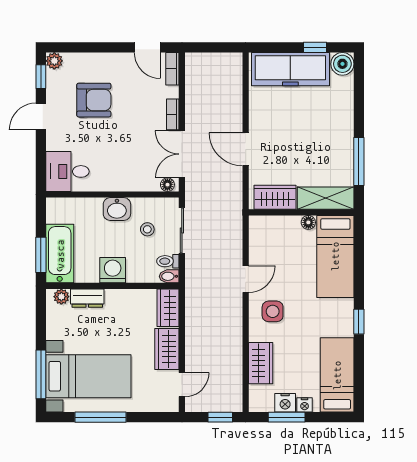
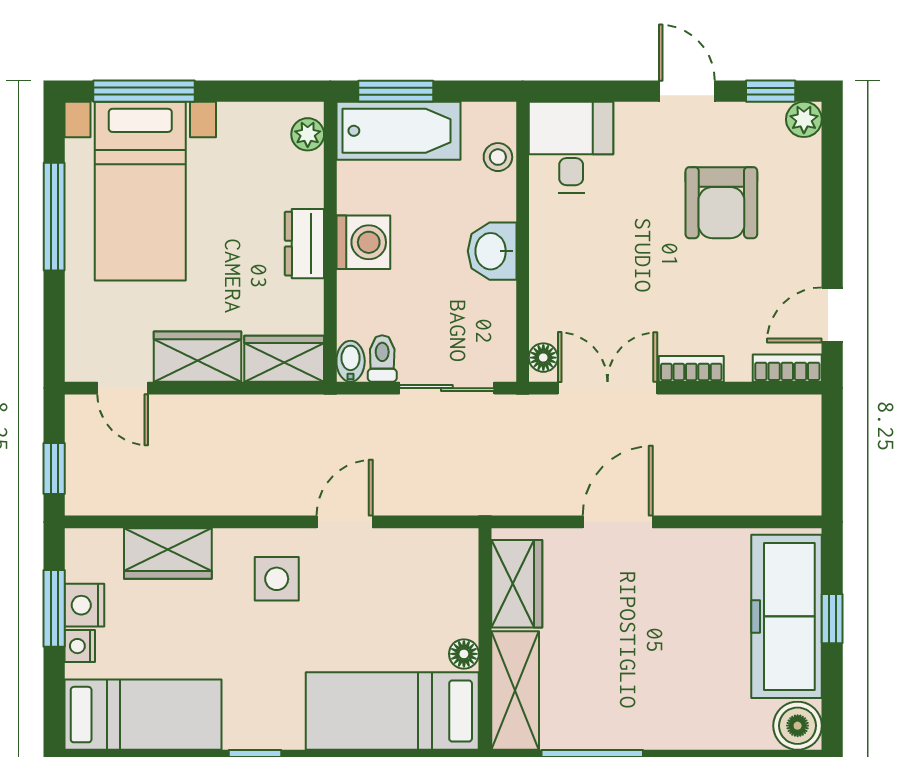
window: (315, 47) -> (832, 619), moved
stool: (147, 229) -> (498, 157), moved
door: (246, 279) -> (345, 522), swing flipped
dresser: (87, 298) -> (304, 244), moved

